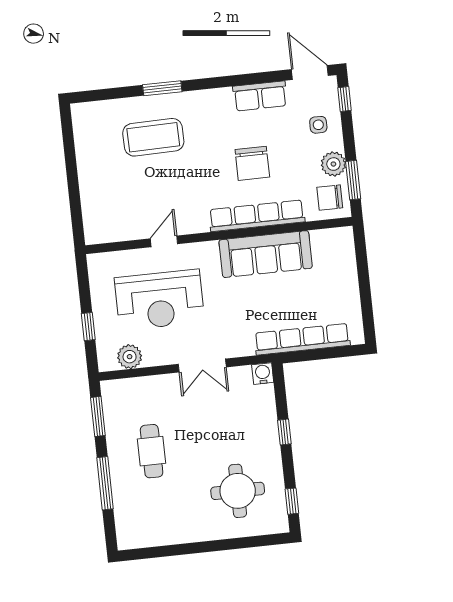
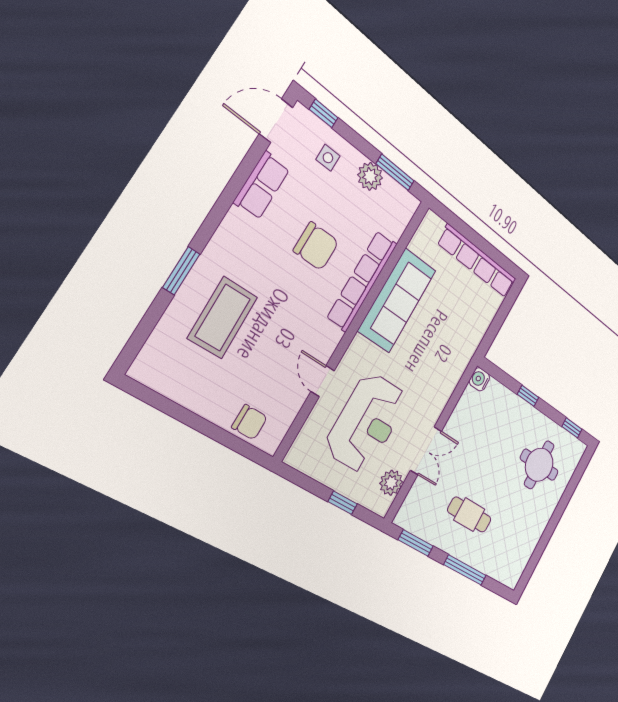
chair: (330, 198) -> (250, 422), moved, turned -90
row of seats: (302, 339) -> (477, 261), moved, turned -90
double door: (202, 366) -> (426, 451), moved

